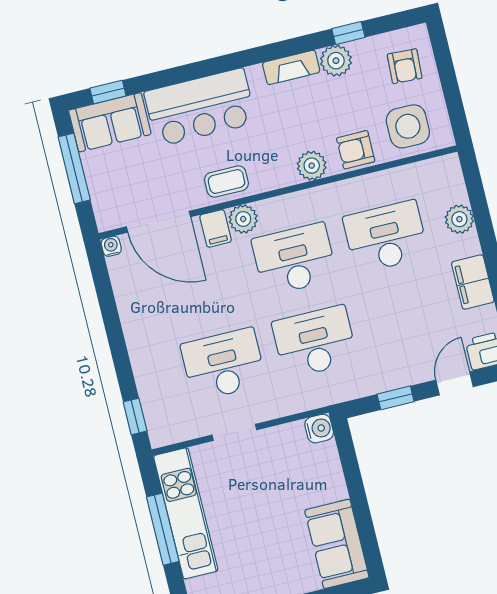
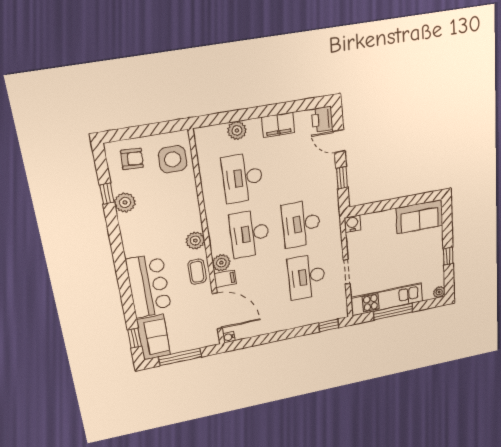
fireplace: (291, 67) -> (127, 230), removed
armchair: (356, 150) -> (185, 193), removed
plant: (312, 166) -> (195, 241), moved
door: (158, 222) -> (217, 311), hinge flipped

